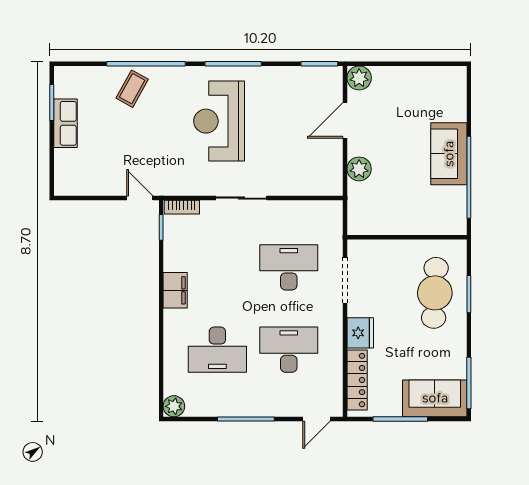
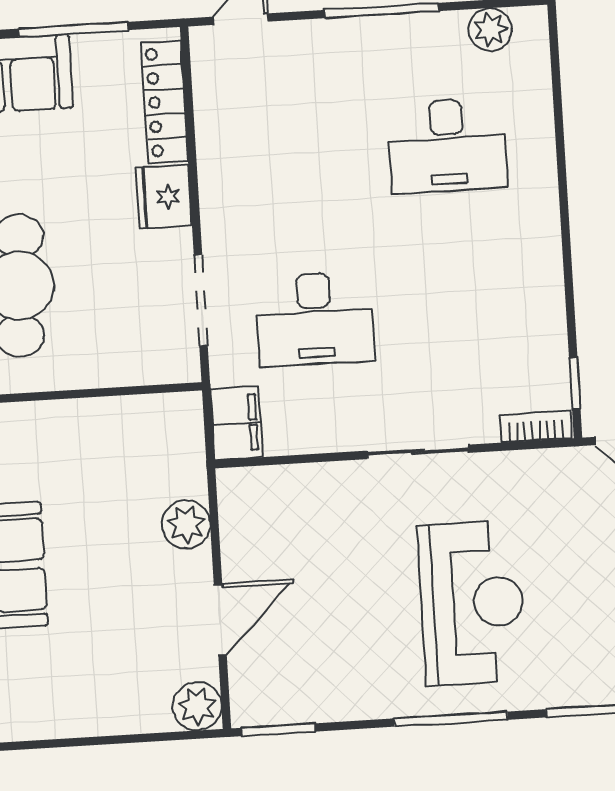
filing cabinet: (175, 290) -> (236, 423), moved, turned 180
desk: (217, 350) -> (447, 146), turned 180
desk: (289, 350) -> (305, 154), removed
plant: (174, 406) -> (490, 29), moved

